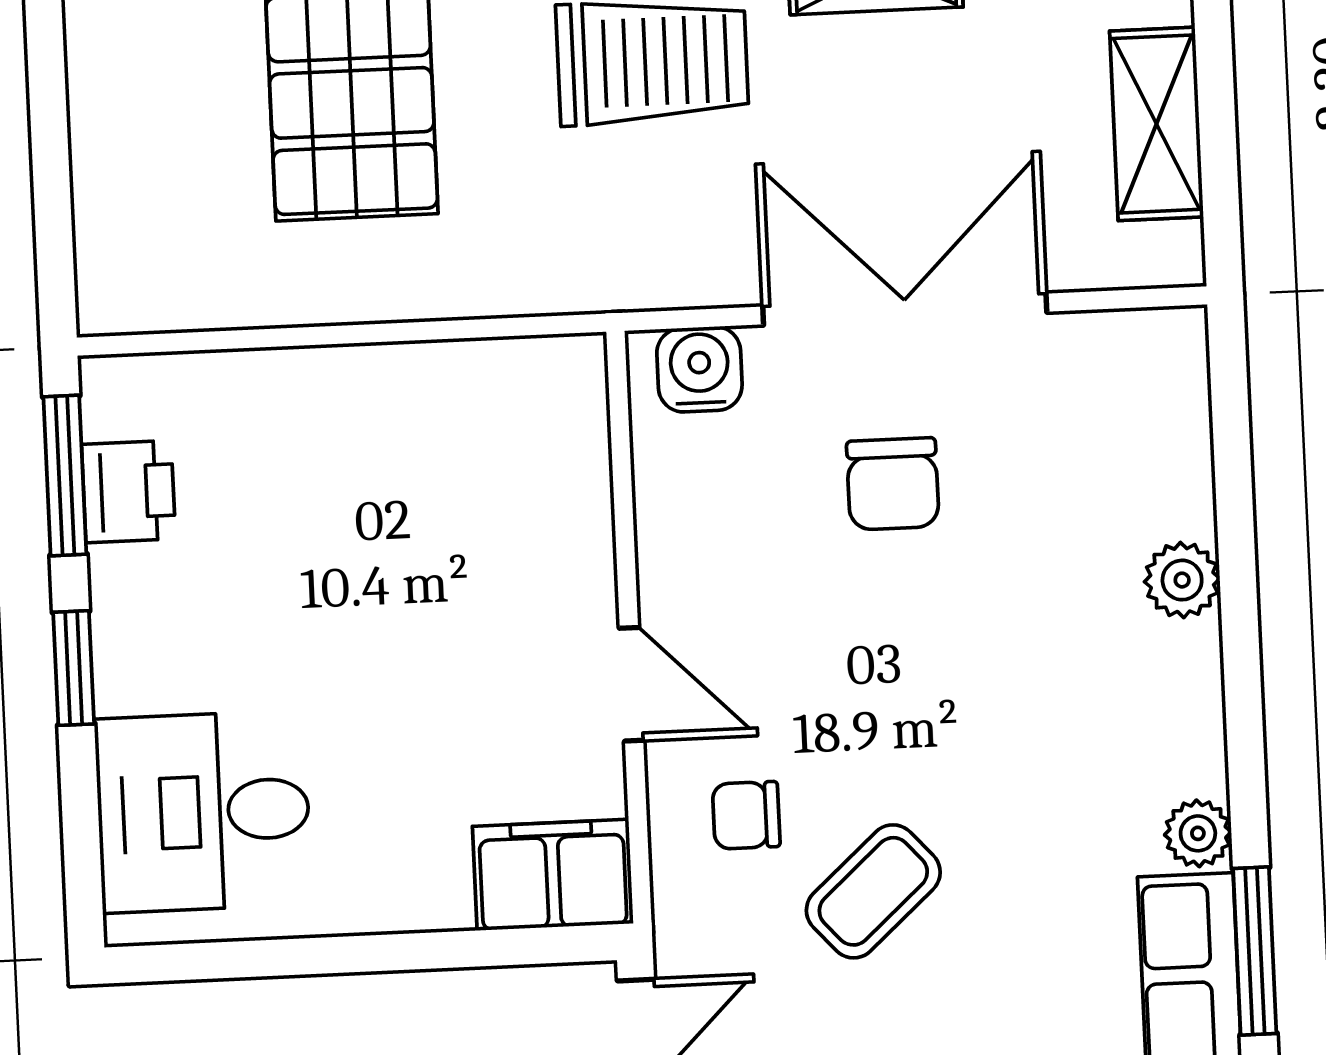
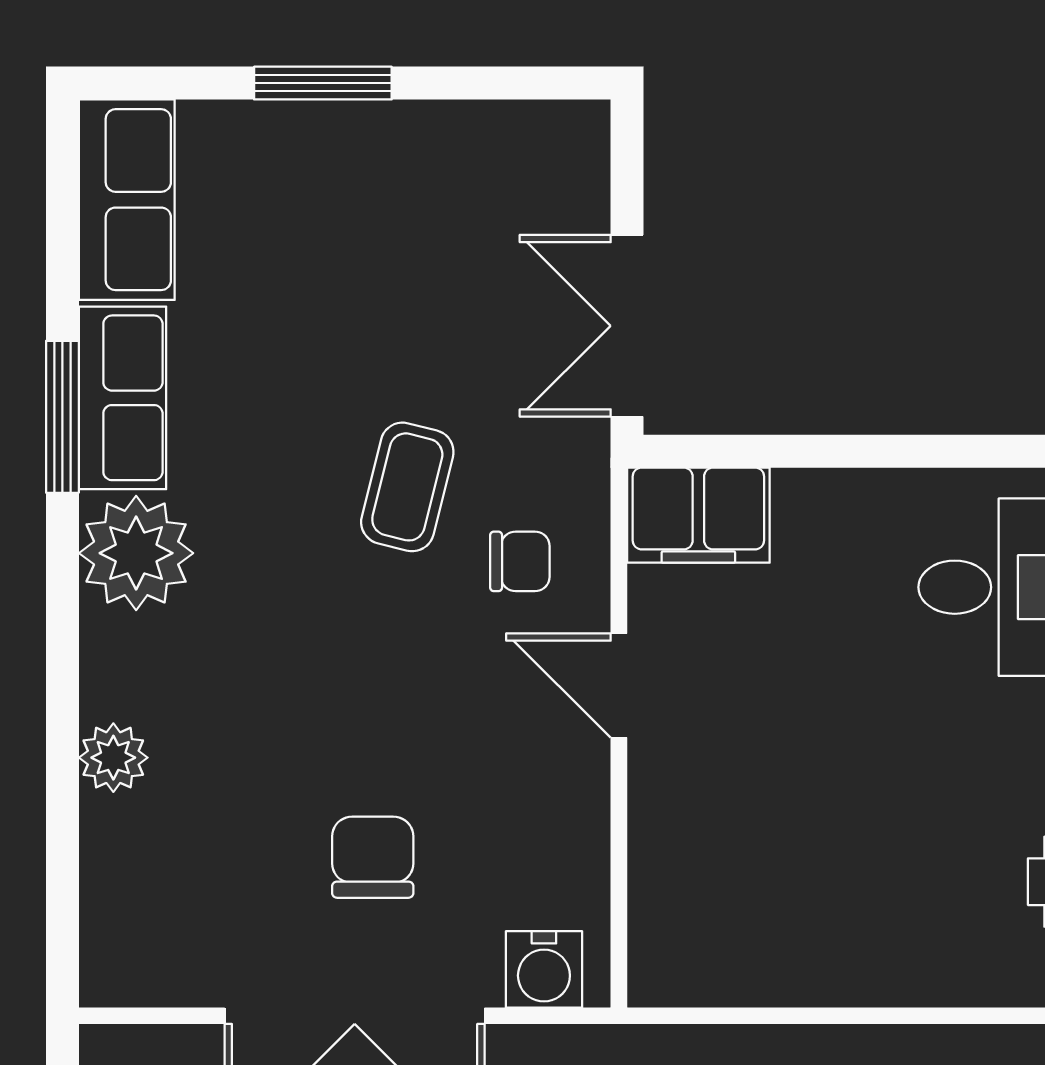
plant: (1198, 833) -> (136, 553), width x1.87, depth x1.87
coffee table: (873, 891) -> (407, 487), turned -34

